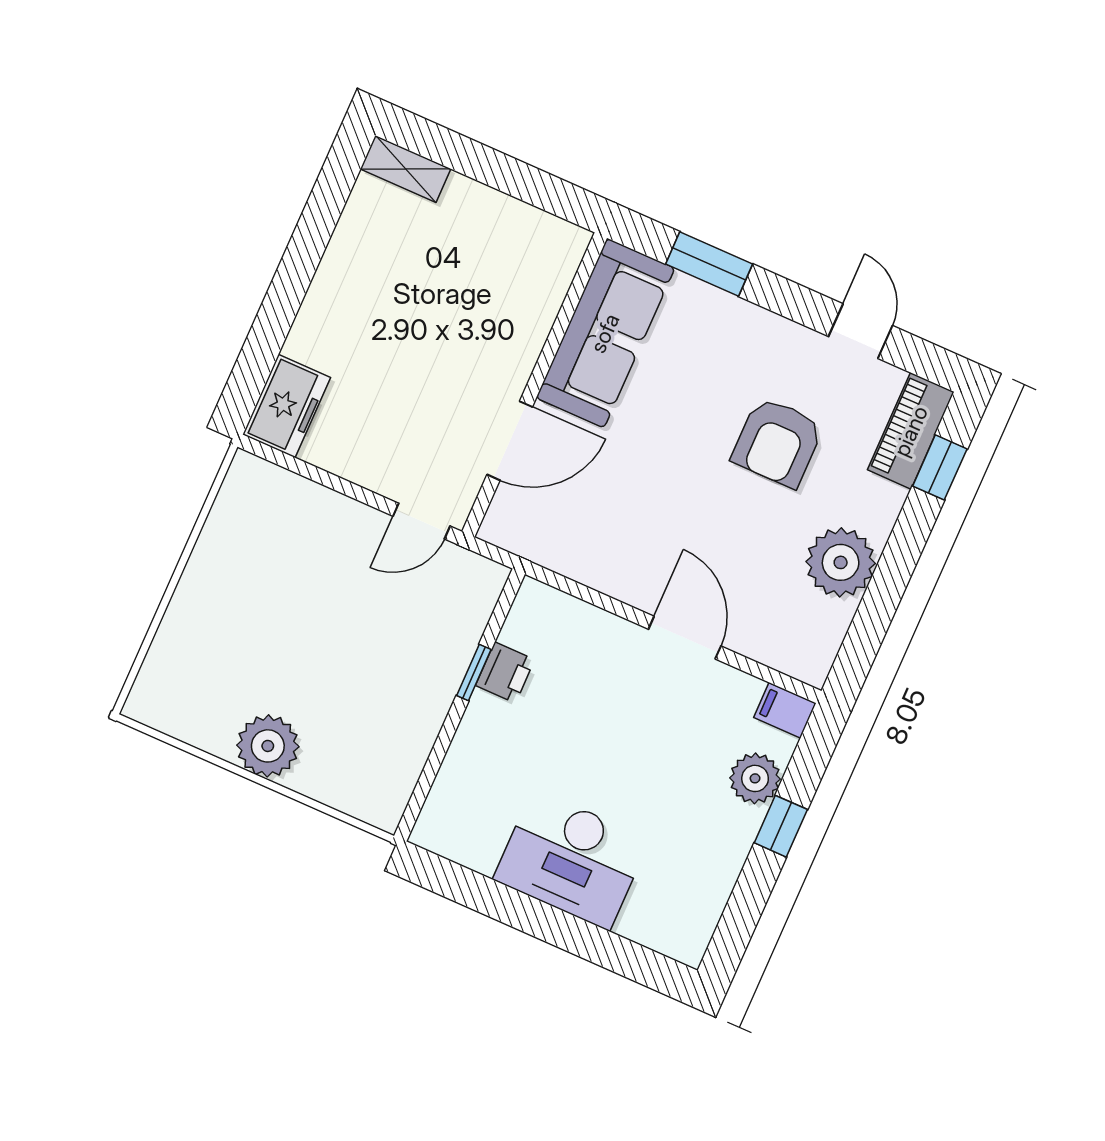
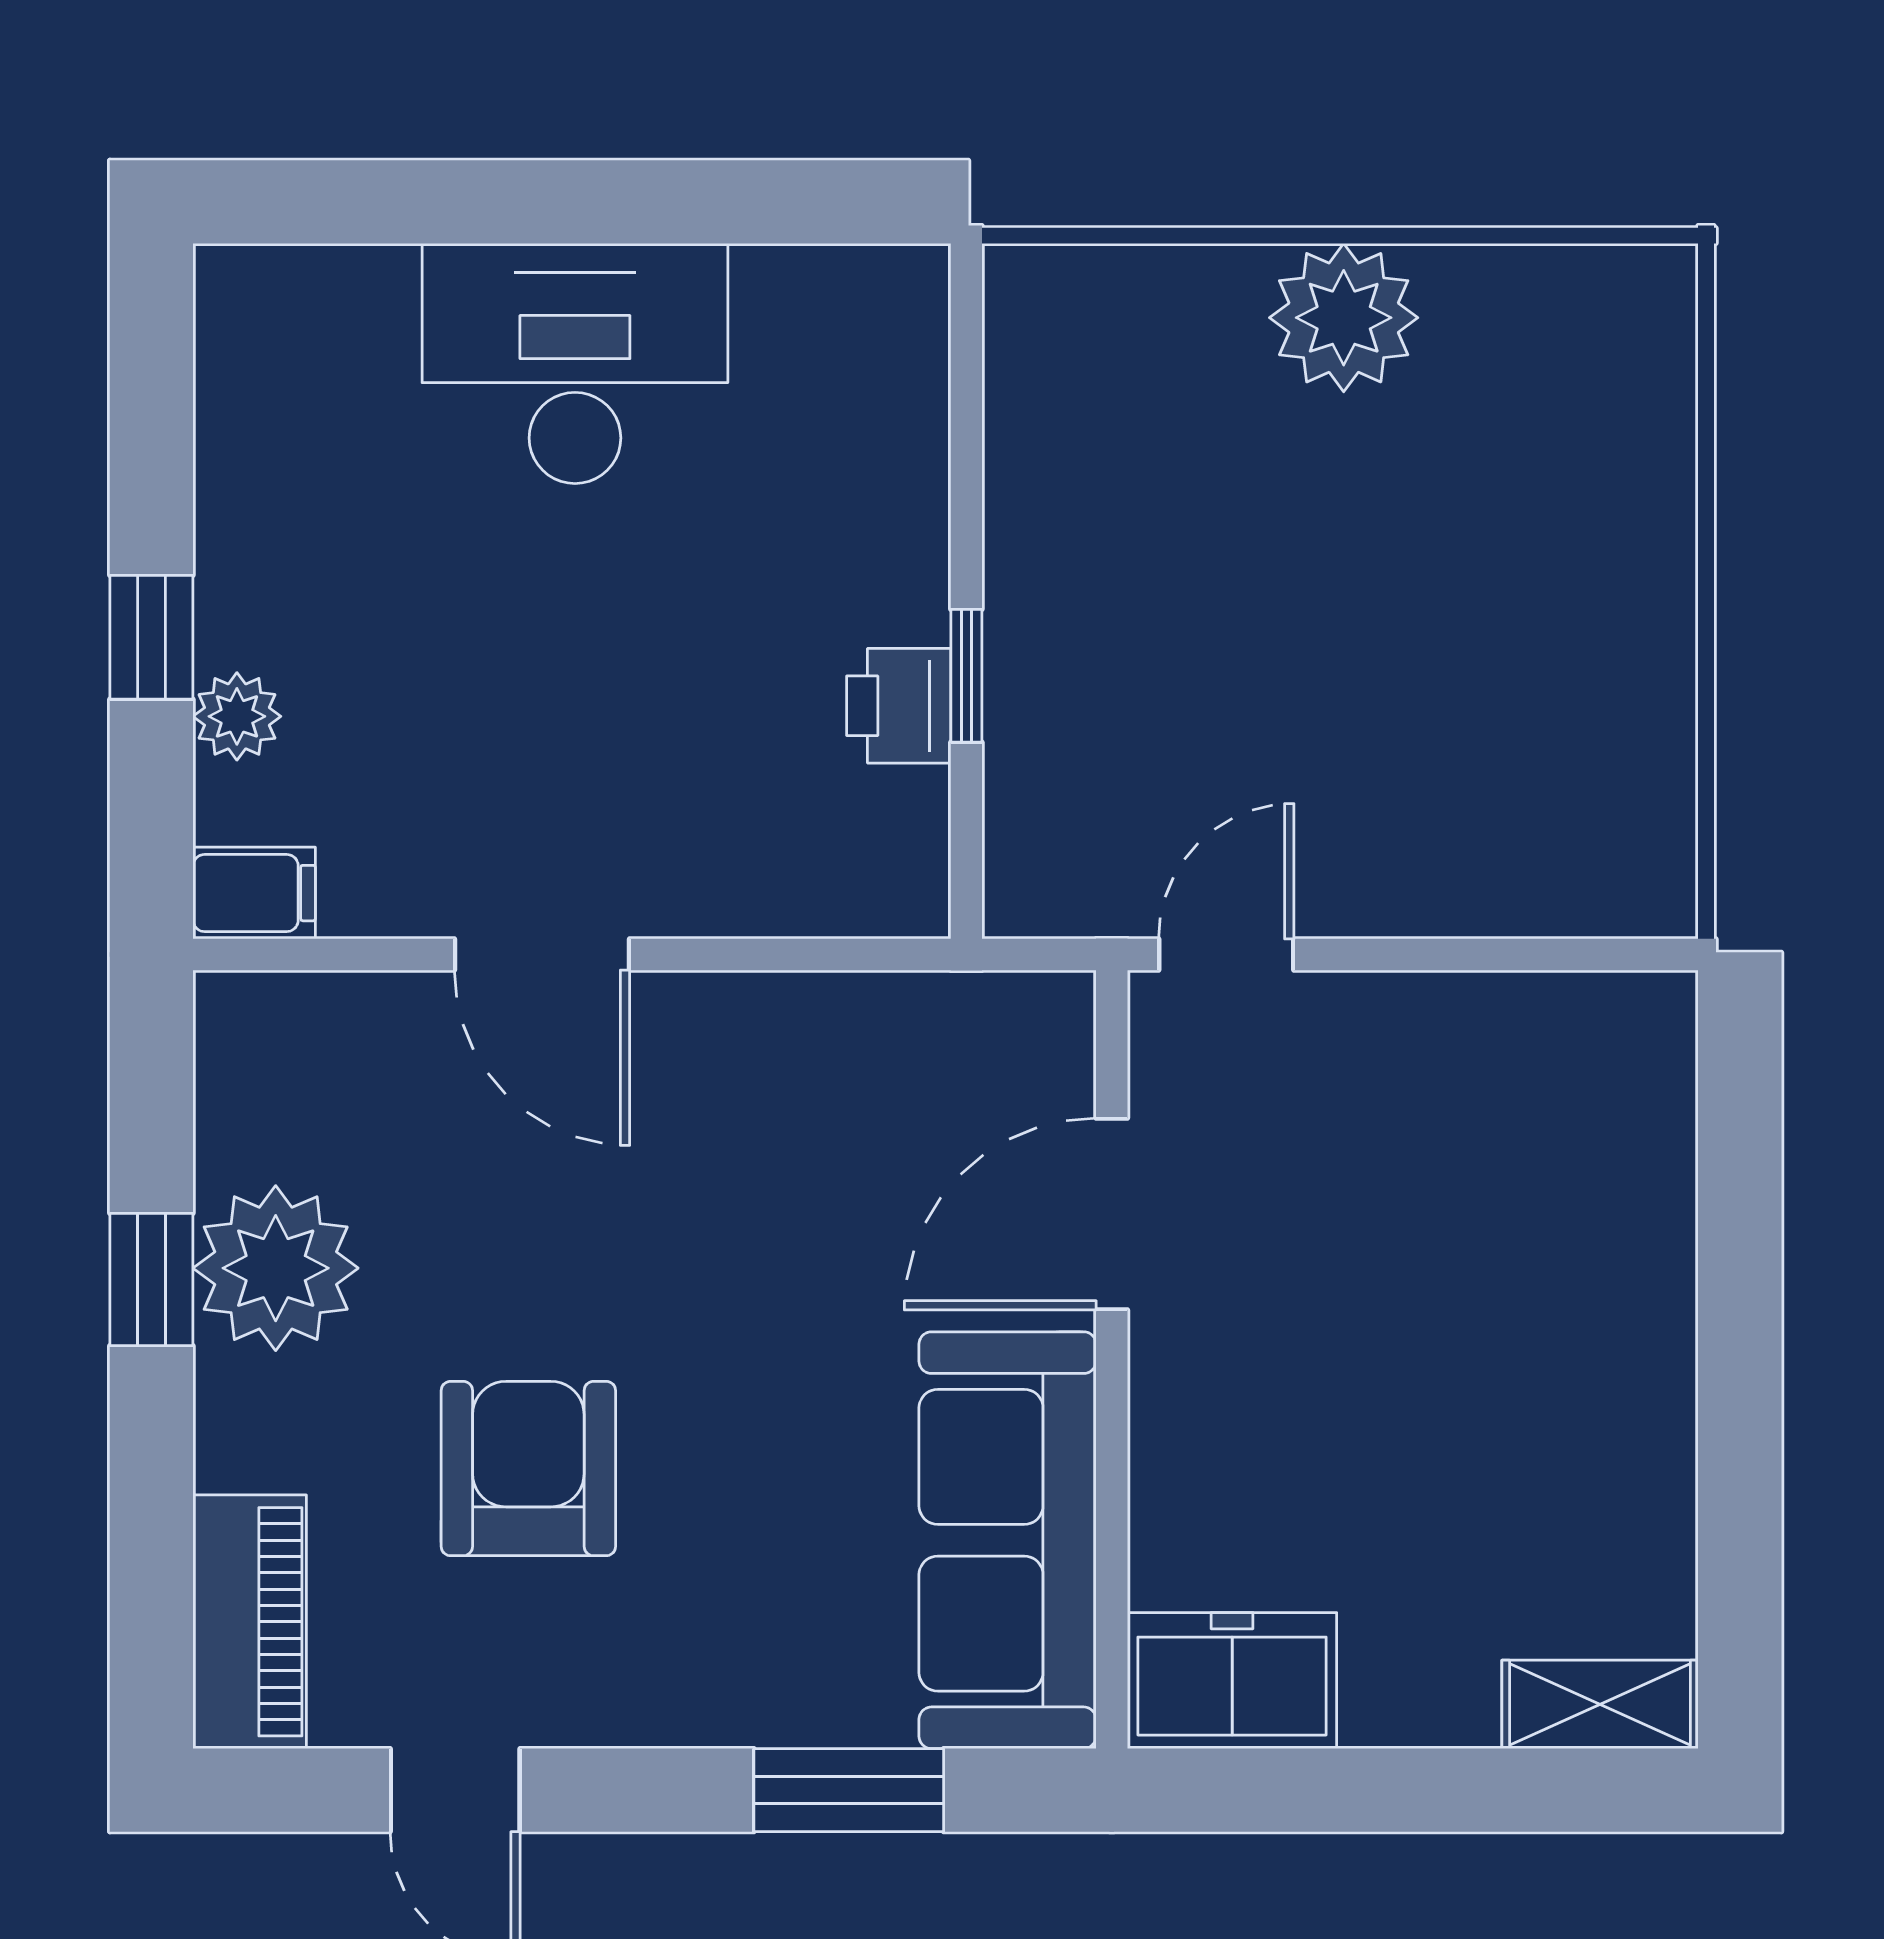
freezer: (287, 406) -> (1232, 1681), moved, turned 90
window: (940, 467) -> (151, 1280), moved
plant: (755, 778) -> (237, 716), width x0.73, depth x0.73

